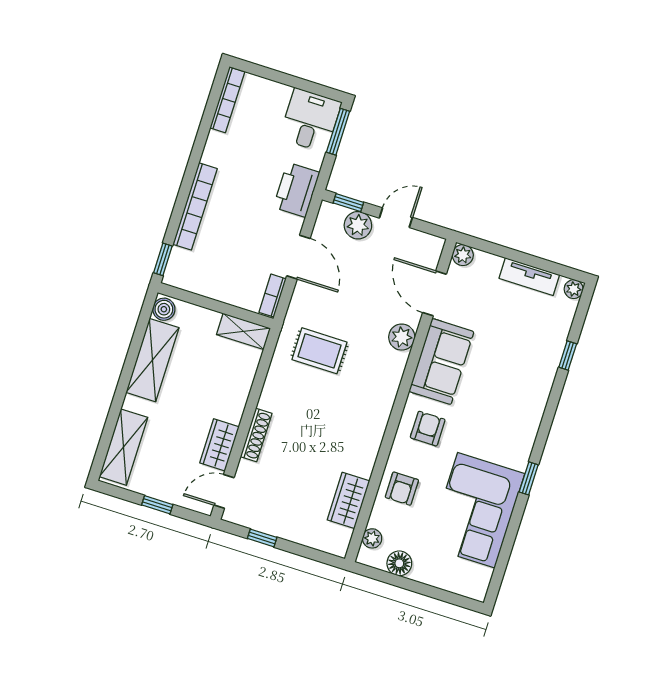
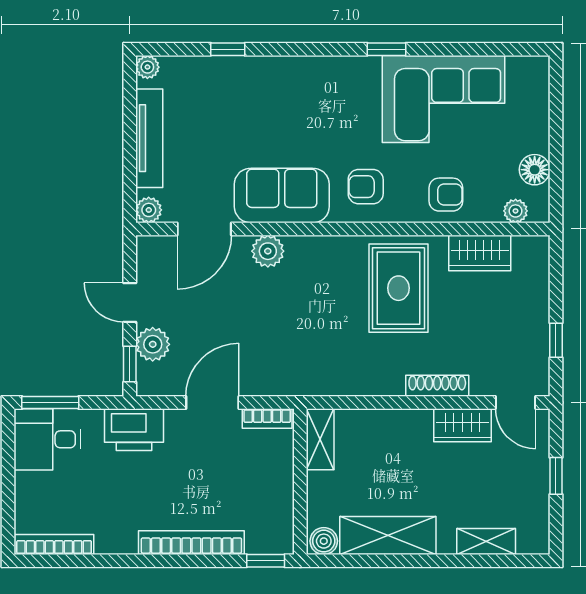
tv unit: (529, 277) -> (149, 138), width x1.41
rug: (319, 351) -> (398, 288), moved, width x1.36, depth x1.43
shelving: (123, 447) -> (486, 542), width x0.67, depth x0.75

